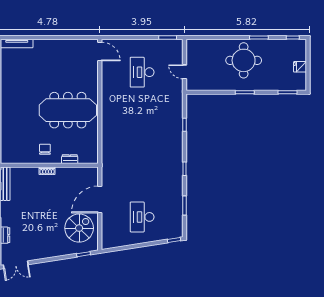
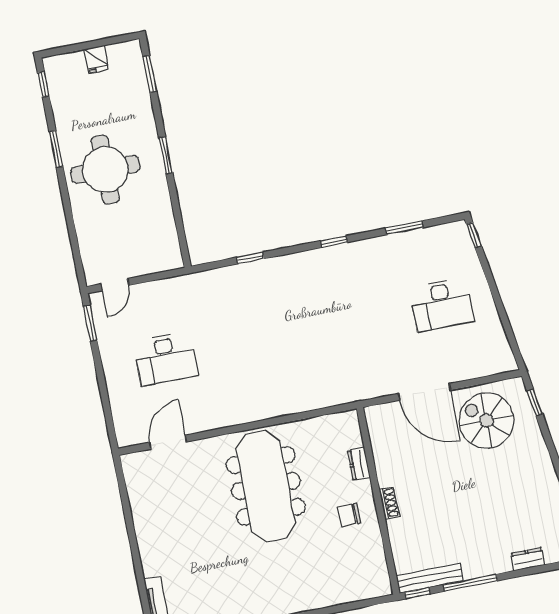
door: (100, 51) -> (168, 442), moved
door: (185, 72) -> (115, 285), moved

